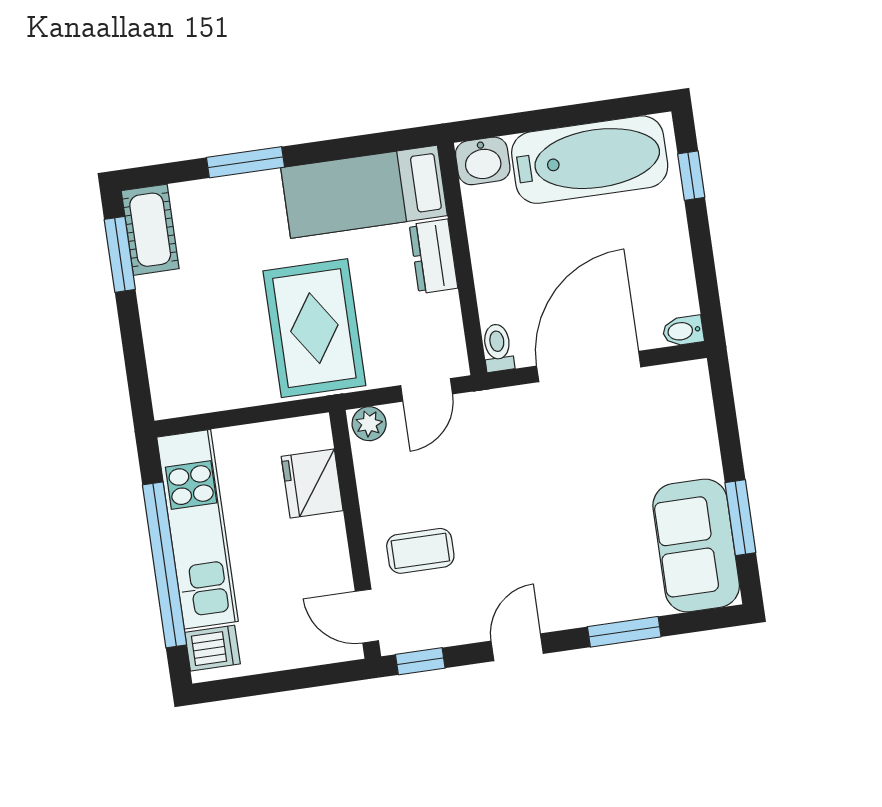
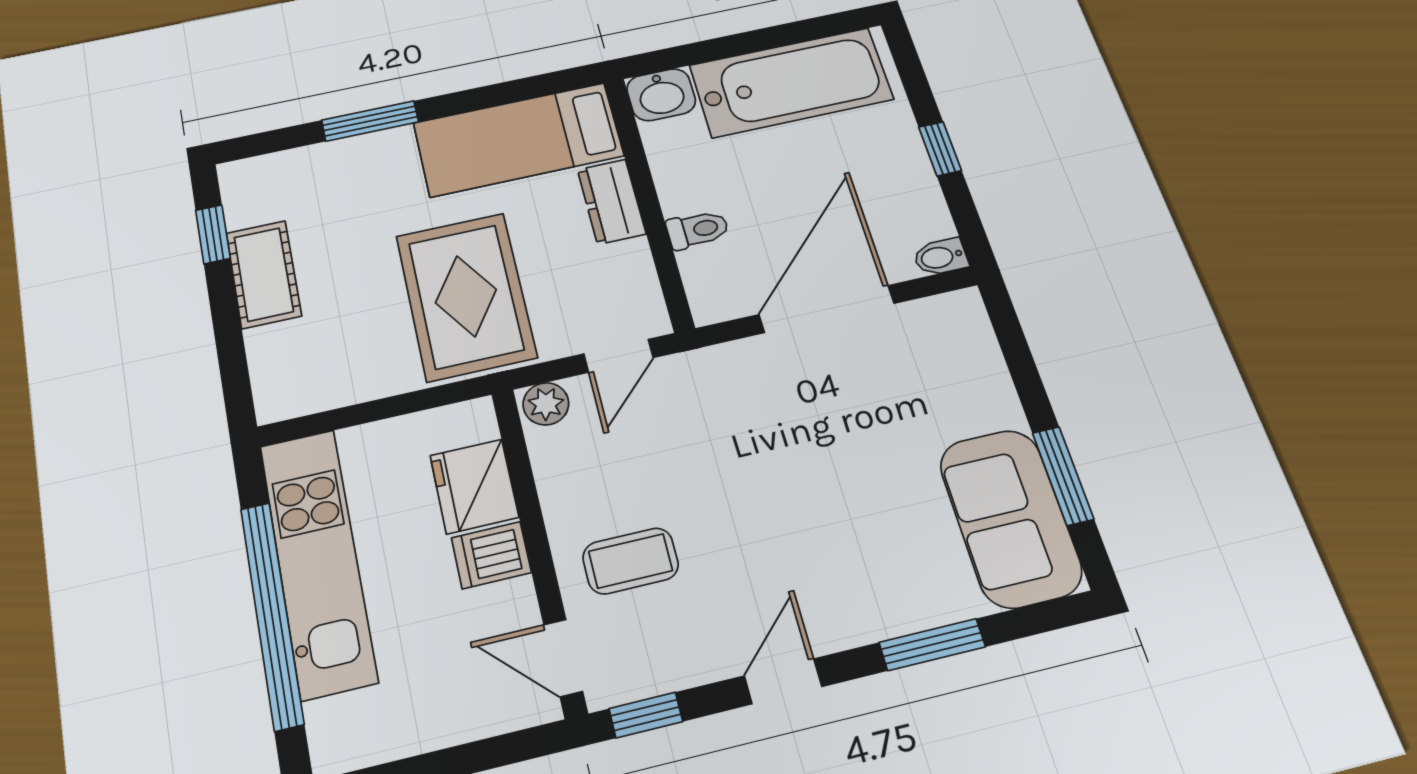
window: (691, 176) -> (940, 149), moved
cot: (150, 230) -> (264, 274), moved
window: (120, 254) -> (213, 234), width x0.67
toilet: (498, 348) -> (698, 230), moved, turned 90
dishwasher: (213, 648) -> (491, 555), moved, turned 180

